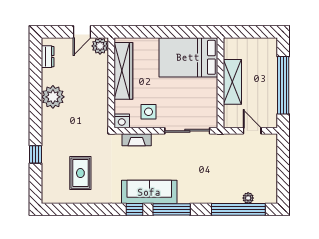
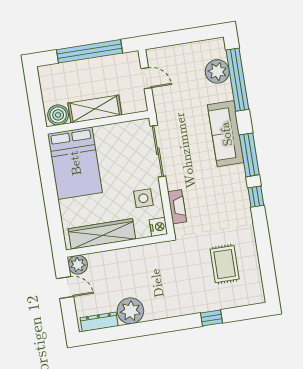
boiler: (232, 49) -> (58, 115), added
dresser: (48, 57) -> (99, 322), width x1.44
plant: (53, 97) -> (130, 311), moved
door: (252, 131) -> (146, 78), swing flipped
rug: (80, 173) -> (225, 264), turned 90
sofa: (149, 192) -> (226, 134), moved
plant: (248, 198) -> (217, 71), width x1.88, depth x1.88

